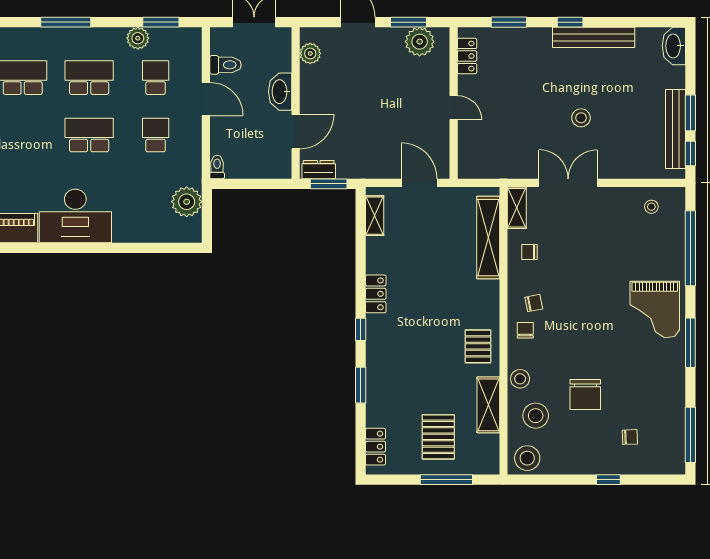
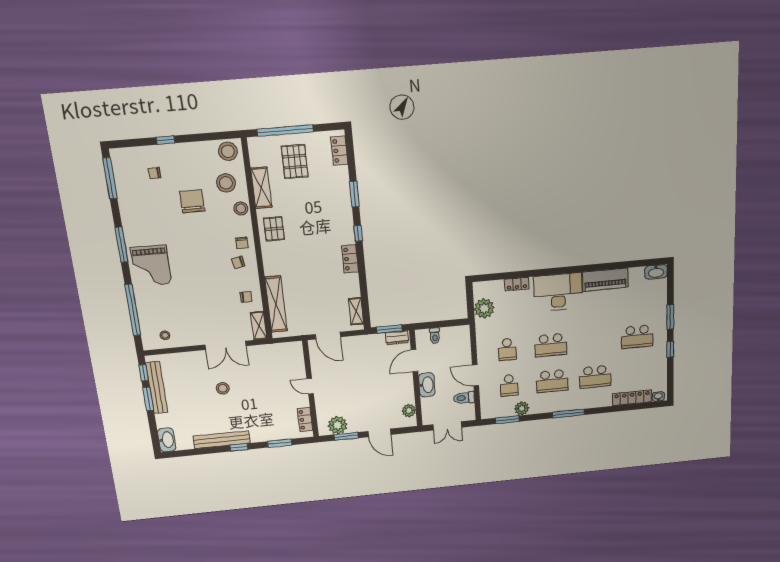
toilet: (217, 167) -> (435, 336), moved
locker: (136, 234) -> (517, 284), added
grand piano: (655, 309) -> (151, 266), turned 180
window: (446, 480) -> (285, 131), width x1.46

